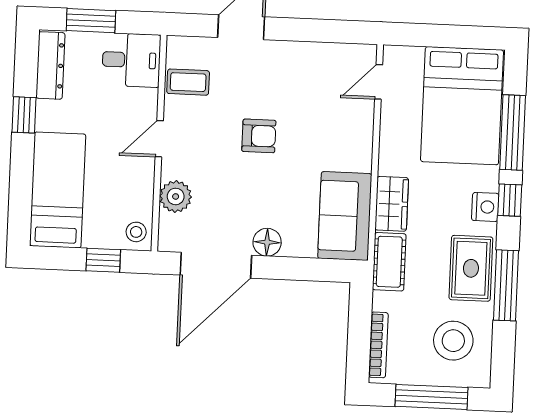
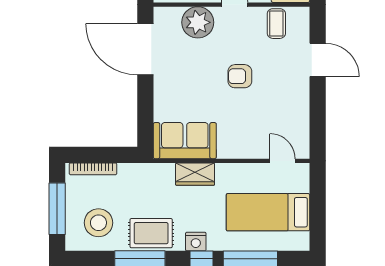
bed: (462, 106) -> (268, 212), width x0.67
armchair: (259, 136) -> (240, 76), turned 90
plant: (176, 196) -> (198, 22), width x1.36, depth x1.36
floor lamp: (267, 242) -> (163, 85), removed
cot: (389, 262) -> (153, 174), removed

